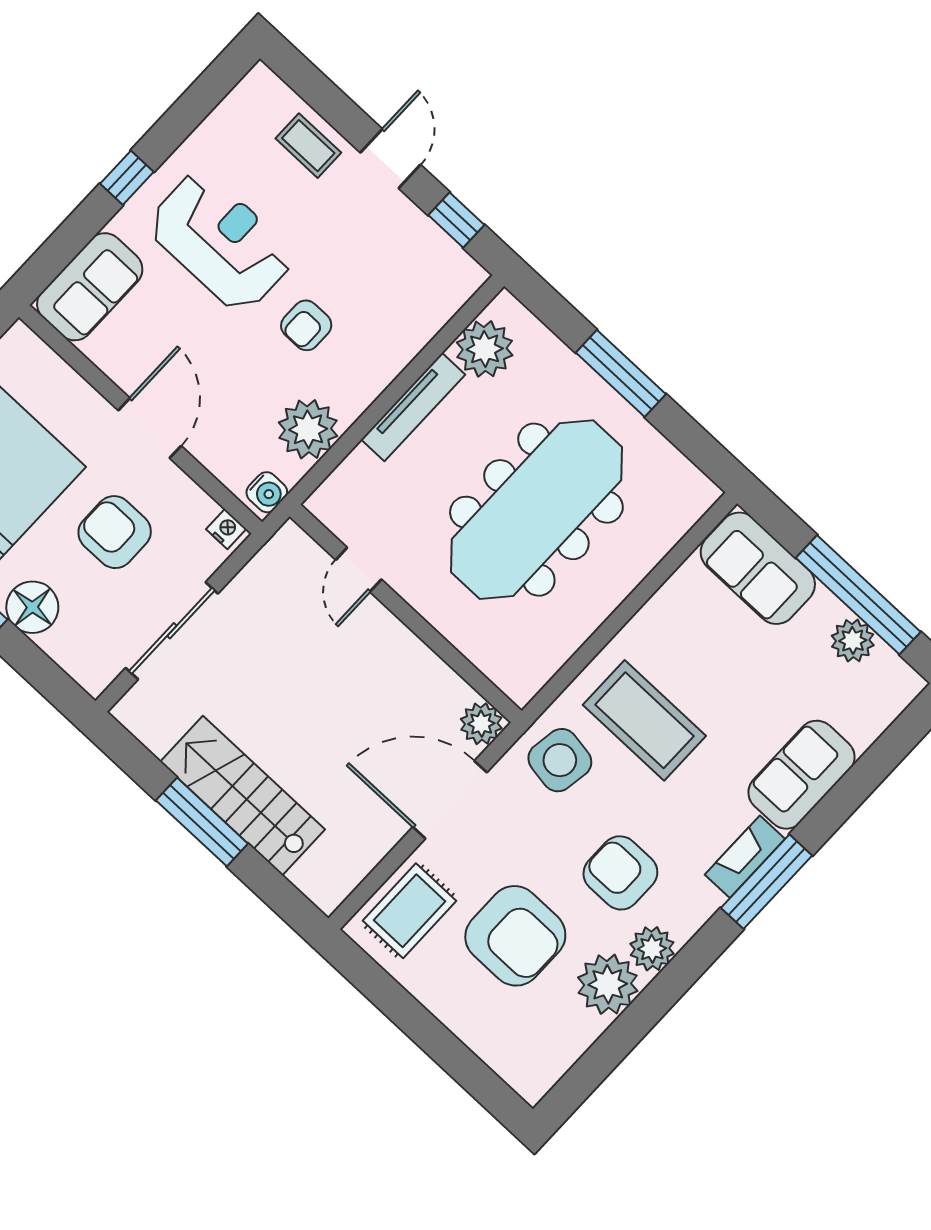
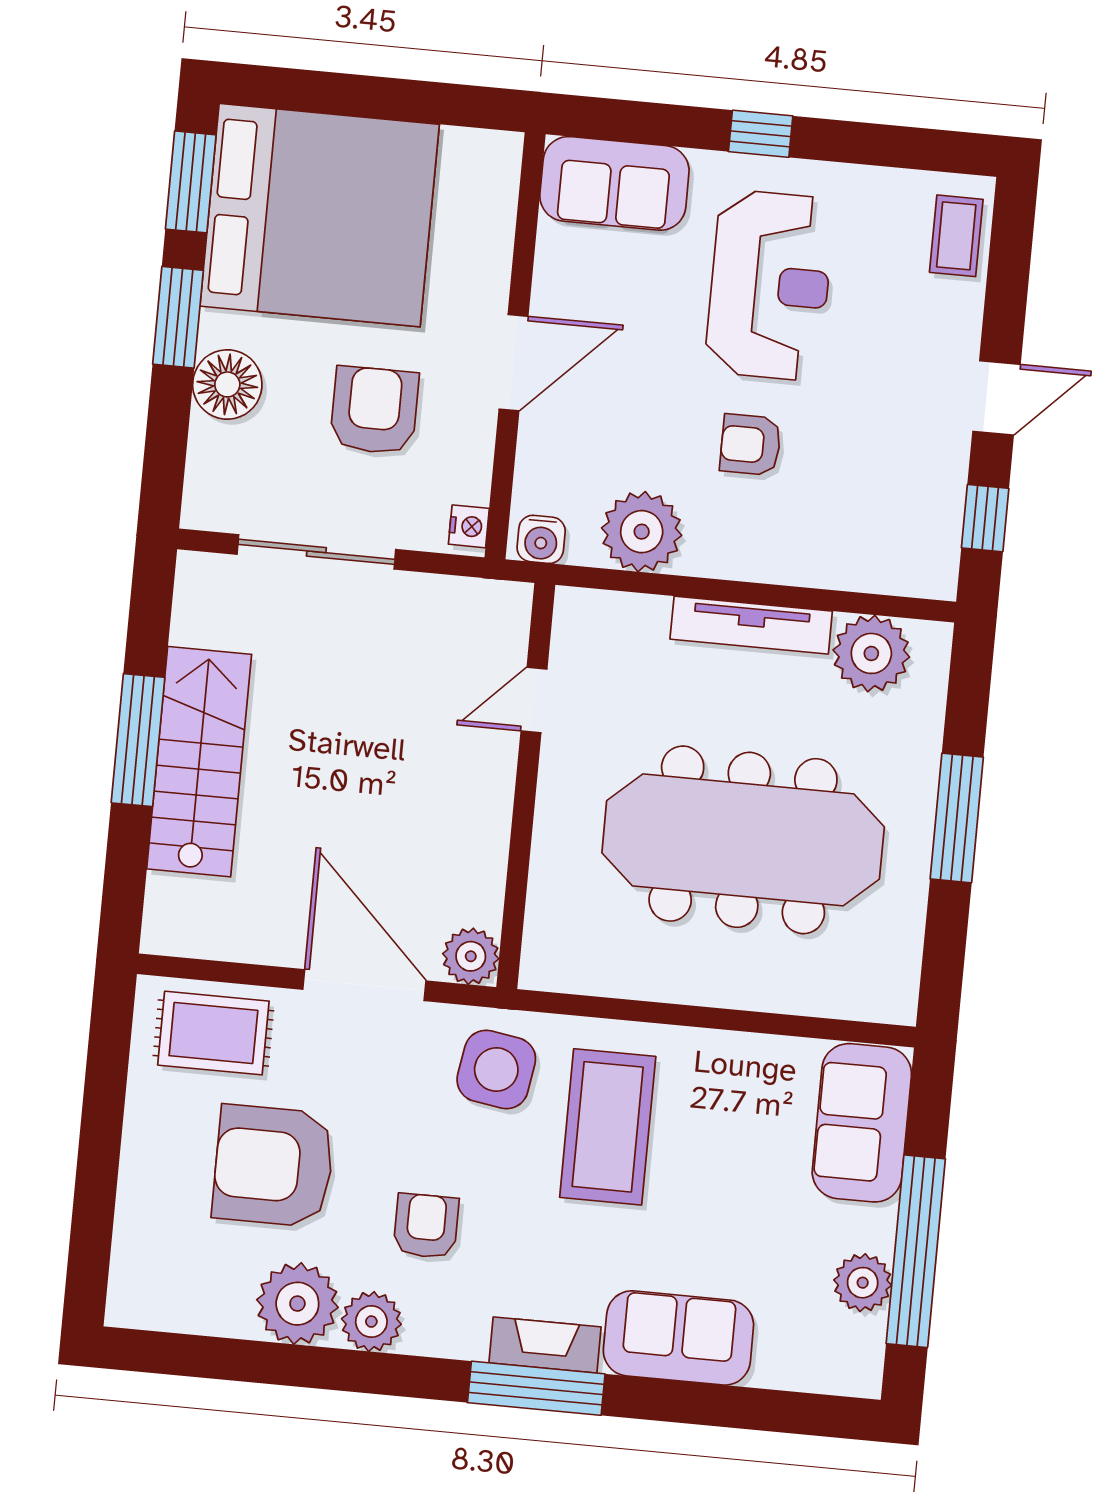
coffee table: (308, 146) -> (956, 236), moved
armchair: (620, 873) -> (426, 1226), width x0.72, depth x0.72
armchair: (515, 936) -> (273, 1166), turned 90

